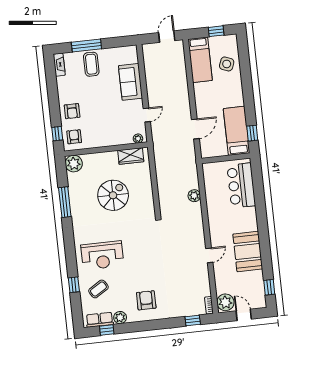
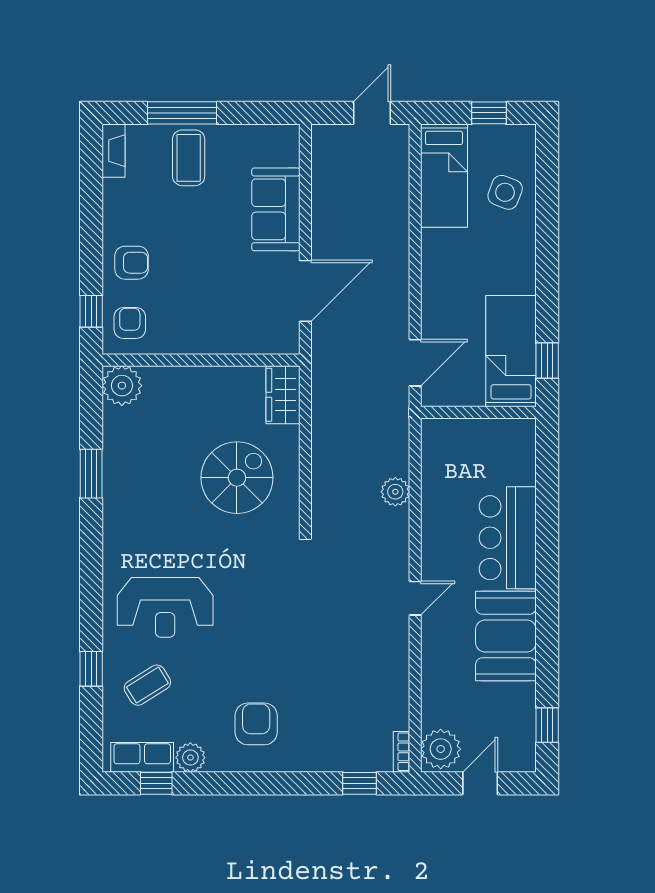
armchair: (72, 111) -> (132, 263), turned -90
door: (147, 115) -> (305, 291), width x1.88
door: (195, 129) -> (415, 363), moved
plant: (138, 139) -> (279, 344), removed
wardrobe: (131, 156) -> (283, 395), moved, turned 90
bar counter: (241, 185) -> (508, 538), moved
spiral stairs: (113, 195) -> (237, 478), moved
window: (65, 202) -> (91, 474), width x0.69
door: (209, 255) -> (415, 598), moved
door: (244, 315) -> (480, 783), hinge flipped

